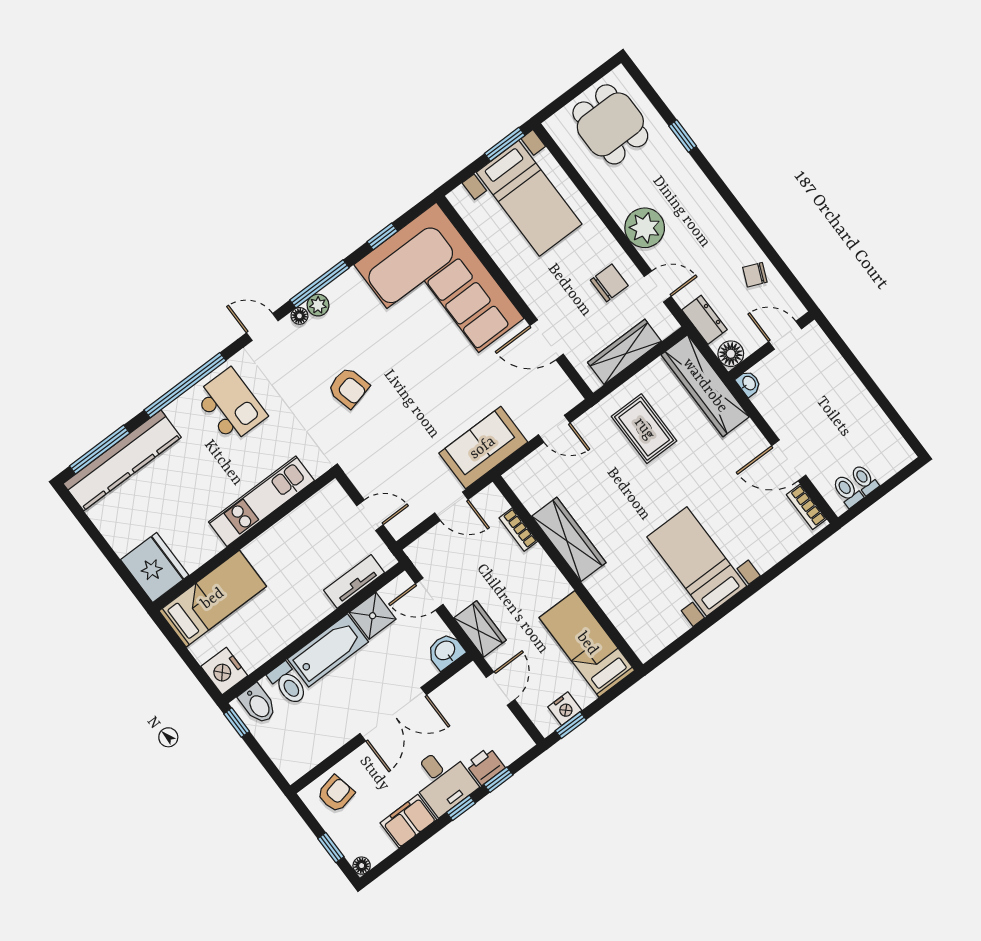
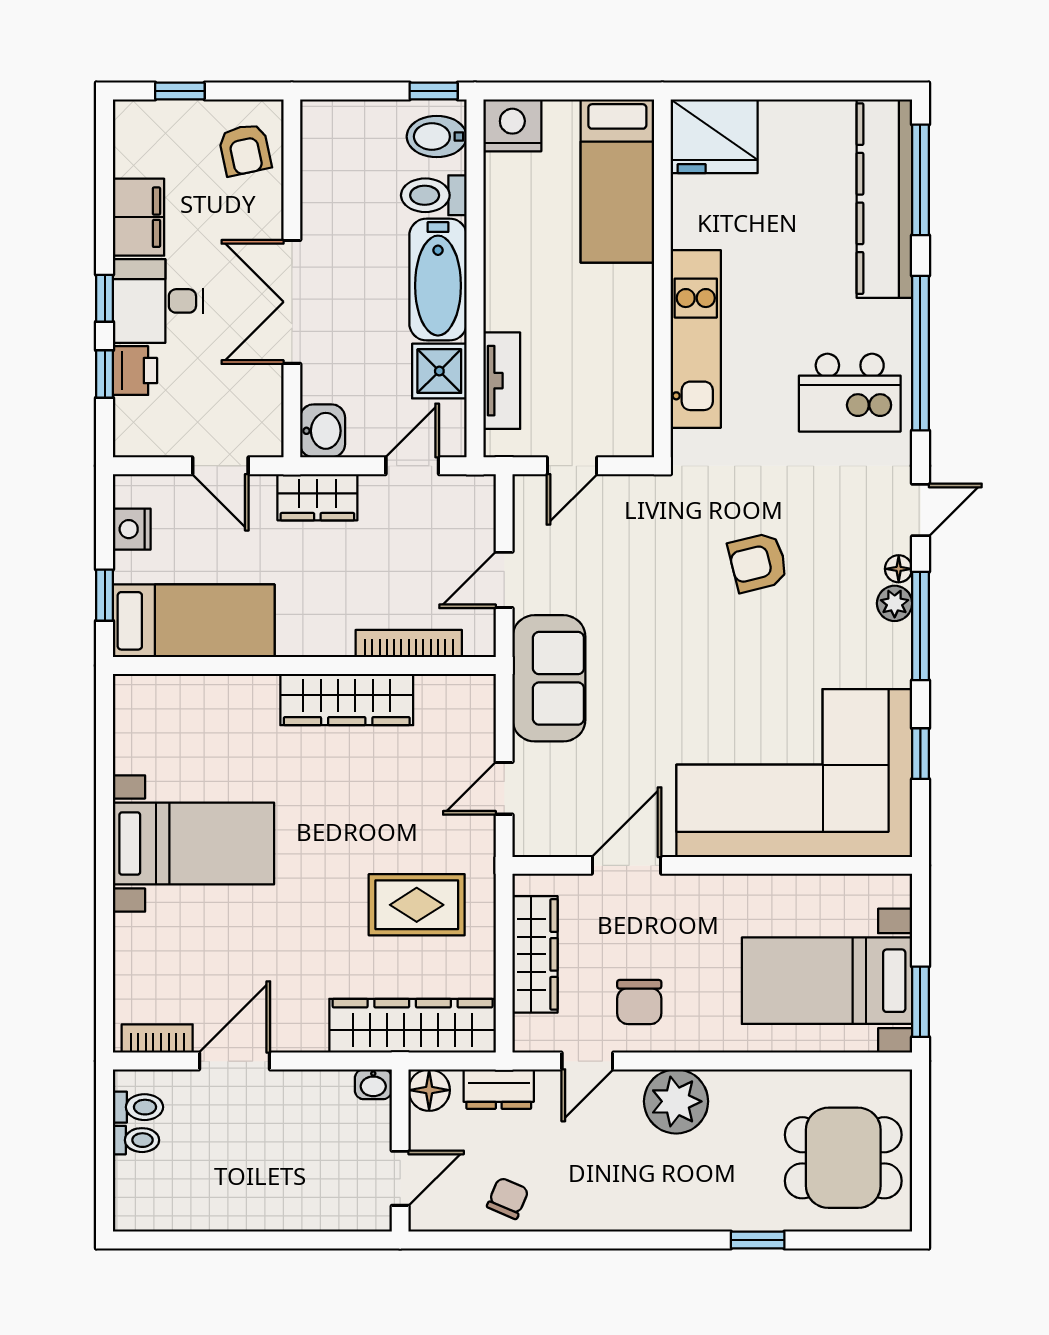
bookcase: (518, 530) -> (409, 644), width x1.56
window: (571, 725) -> (105, 595), moved
floor lamp: (362, 866) -> (127, 113), removed

